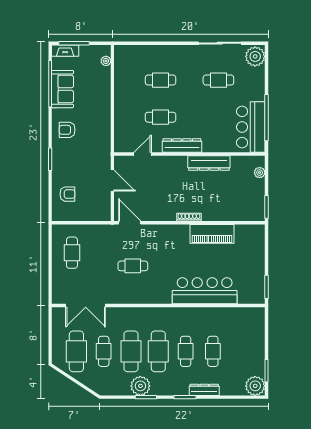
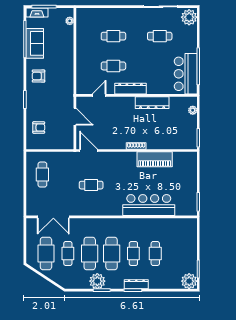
dresser: (204, 390) -> (136, 284), moved

